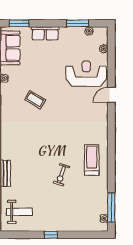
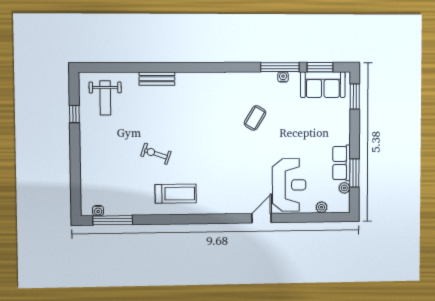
row of seats: (45, 33) -> (342, 163), moved
door: (111, 95) -> (262, 218), hinge flipped
window: (51, 235) -> (74, 114), moved

